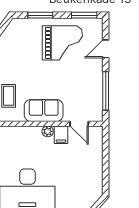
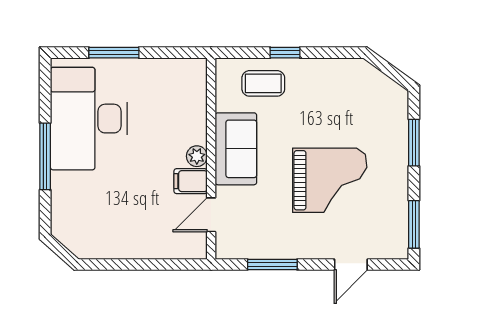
grand piano: (62, 43) -> (330, 180), moved, turned -90
door: (106, 49) -> (351, 264), swing flipped
window: (106, 91) -> (272, 264), width x0.69

